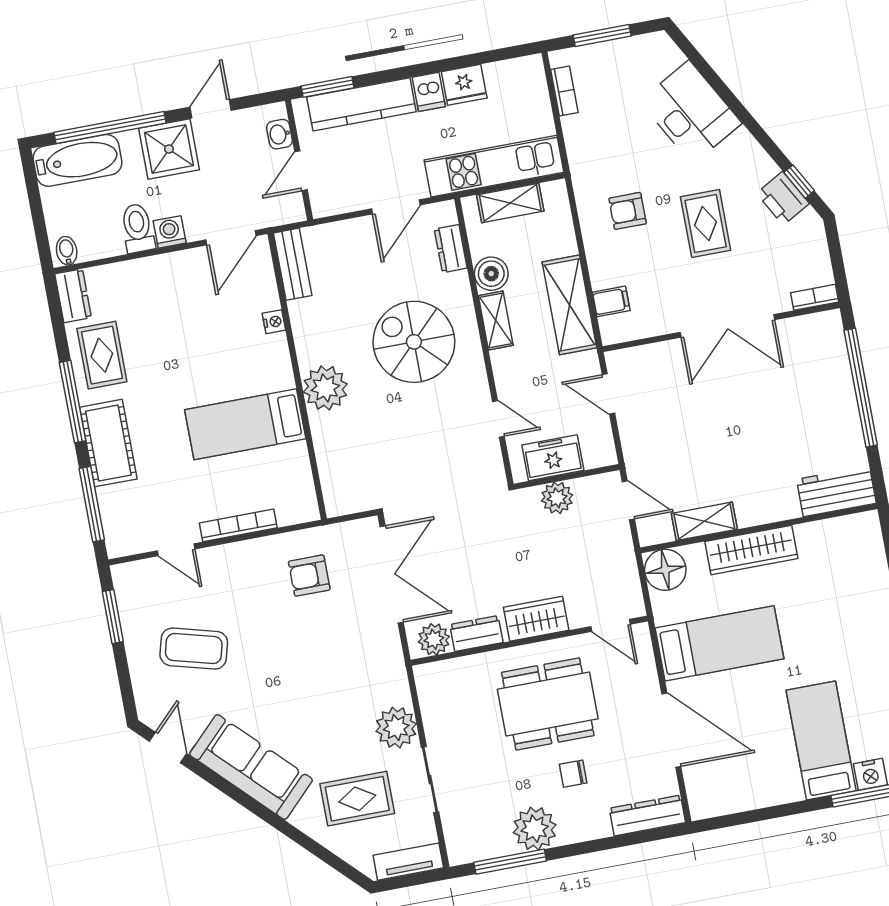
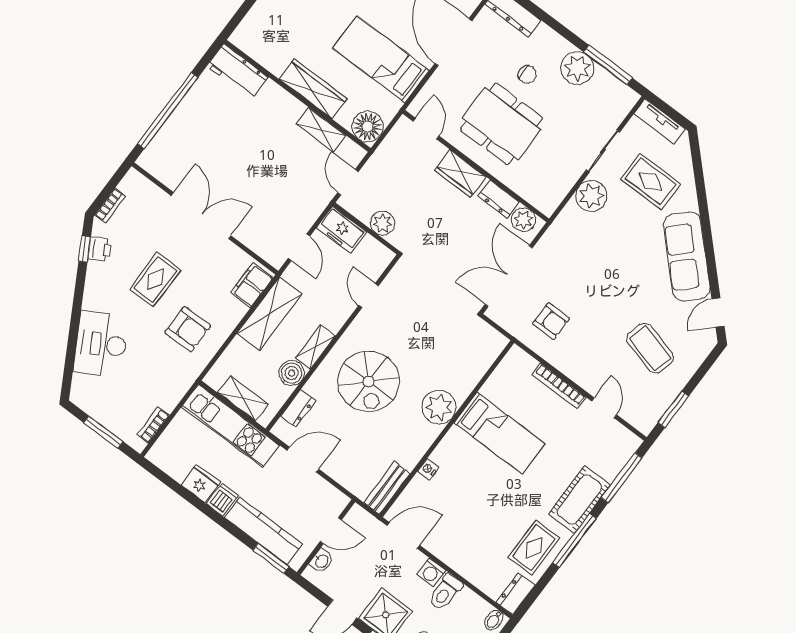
printer: (783, 198) -> (100, 249), width x0.73, depth x0.81
armchair: (628, 211) -> (188, 329), width x1.38, depth x1.38
bookcase: (815, 297) -> (110, 206), moved, turned -90
filing cabinet: (611, 301) -> (252, 285), width x2.00
freezer: (553, 458) -> (341, 230), moved

